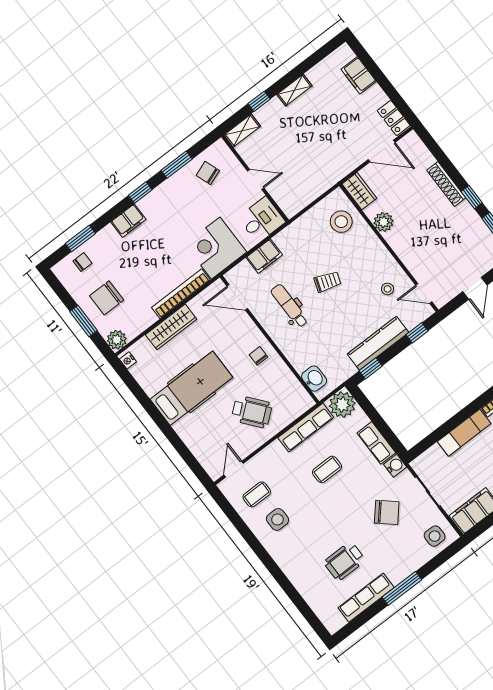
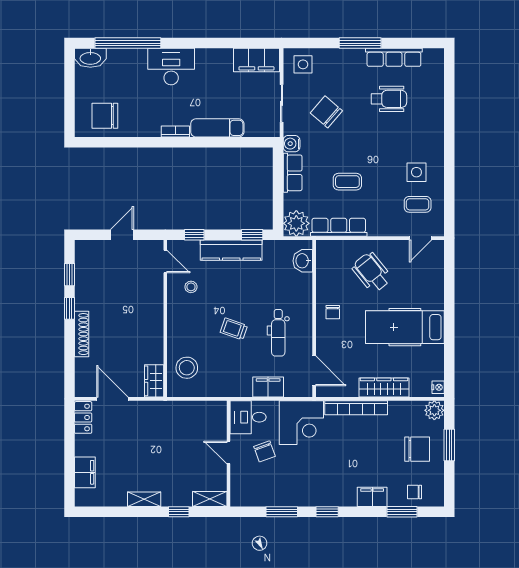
chair: (208, 173) -> (265, 451), moved
filing cabinet: (128, 221) -> (372, 497), moved
plant: (384, 222) -> (154, 342), removed

